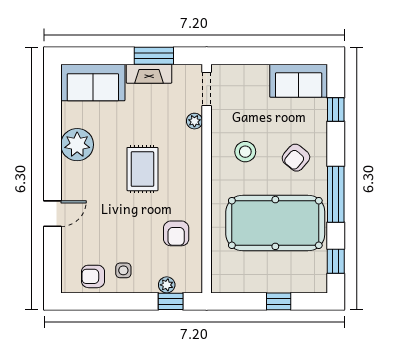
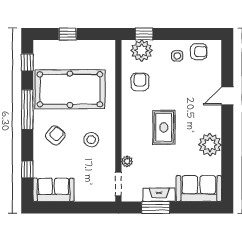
plant: (167, 285) -> (142, 51), width x1.88, depth x1.88

